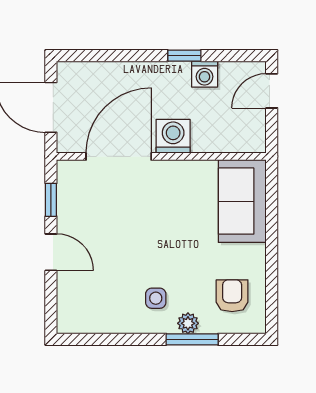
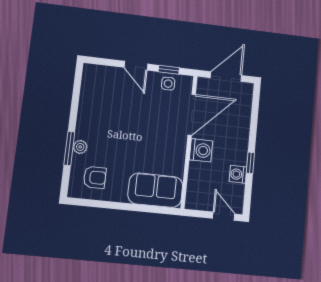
door: (119, 156) -> (192, 115), hinge flipped
door: (51, 252) -> (136, 66), hinge flipped
side table: (156, 298) -> (168, 84), moved

